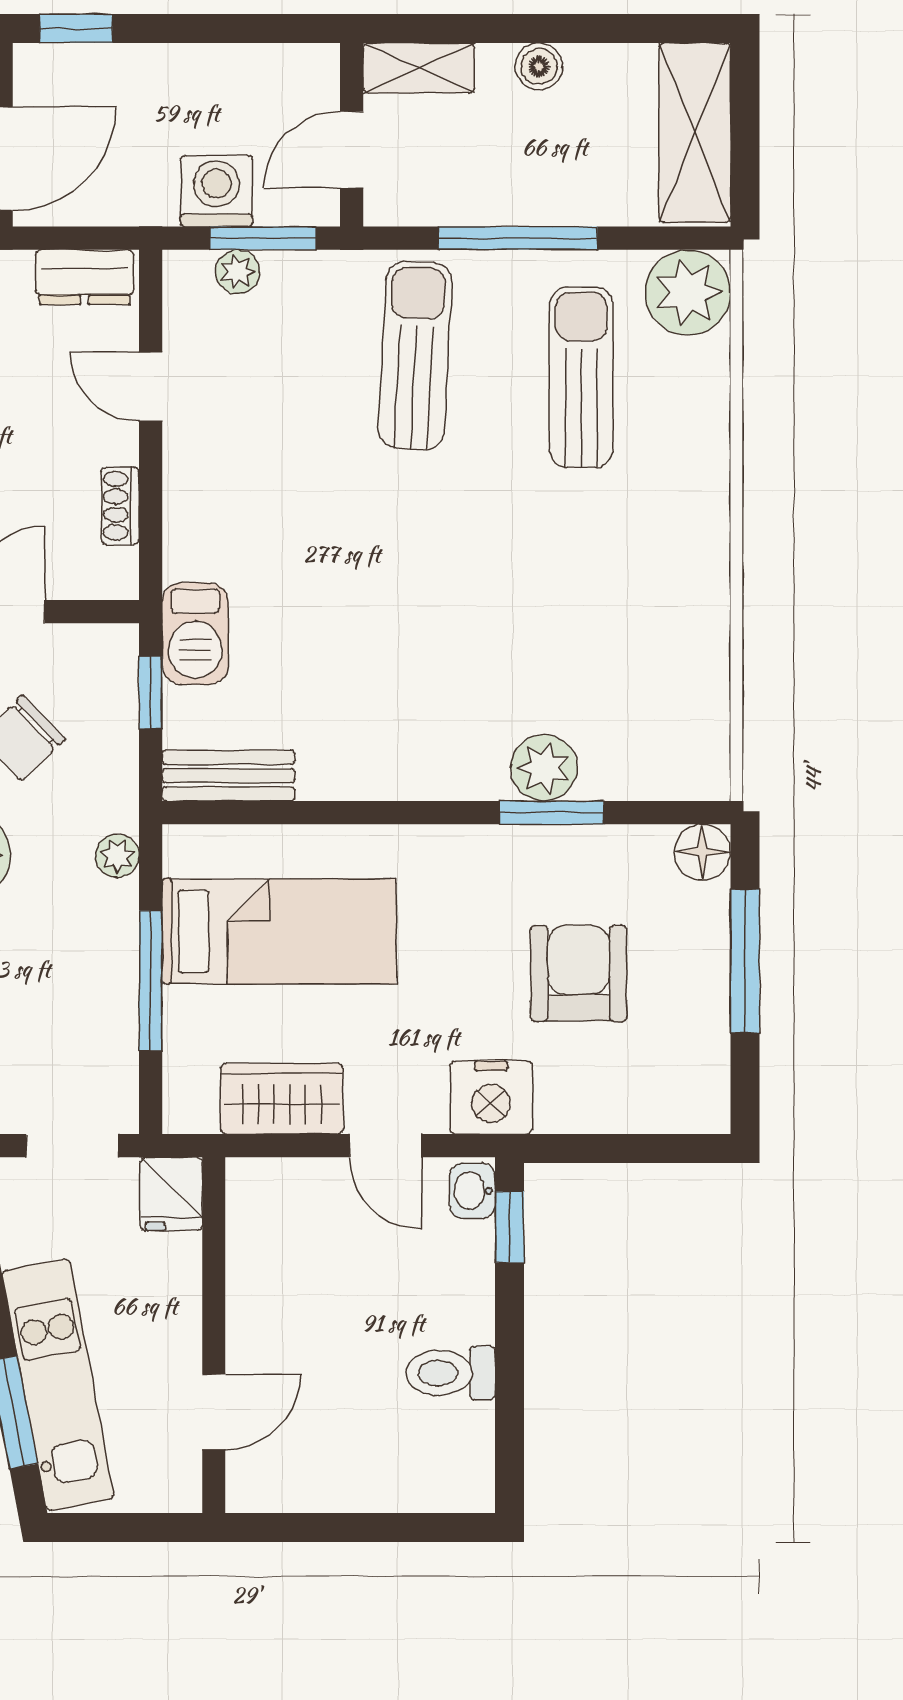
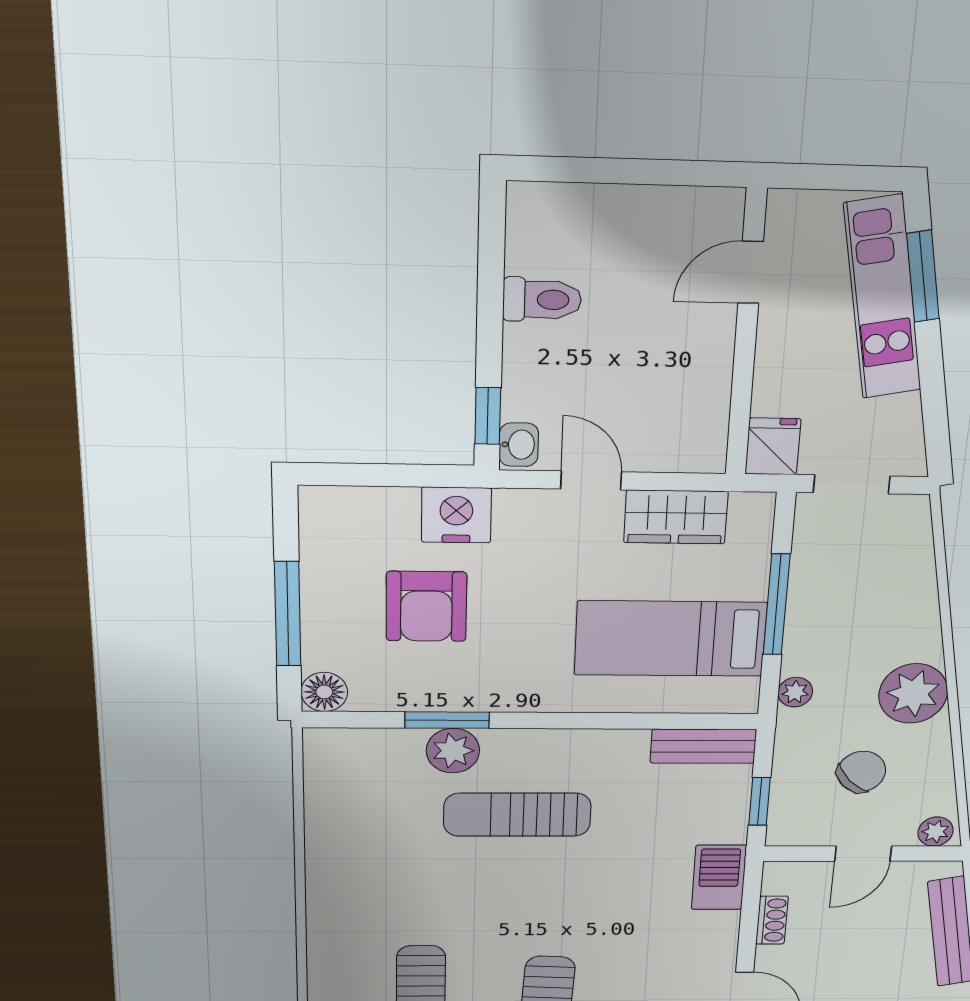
barbecue: (195, 634) -> (719, 877), moved
sun lounger: (461, 672) -> (517, 815), added
nightstand: (491, 1097) -> (456, 515), moved

